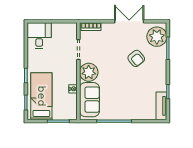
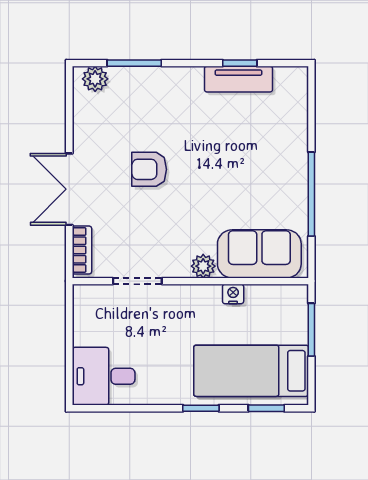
double door: (129, 21) -> (69, 189), moved
plant: (157, 37) -> (95, 79), width x0.53, depth x0.53
armchair: (136, 58) -> (149, 169), moved, turned -141
plant: (89, 72) -> (203, 266), width x0.53, depth x0.53
tv unit: (161, 106) -> (238, 79), moved

